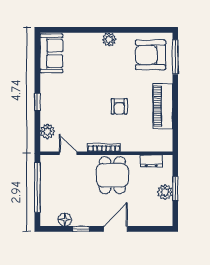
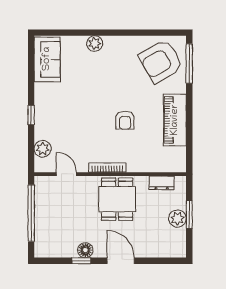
plant: (109, 39) -> (95, 43), moved
armchair: (151, 55) -> (161, 61), turned -30
floor lamp: (65, 220) -> (85, 250), moved
door: (116, 229) -> (121, 261), hinge flipped

